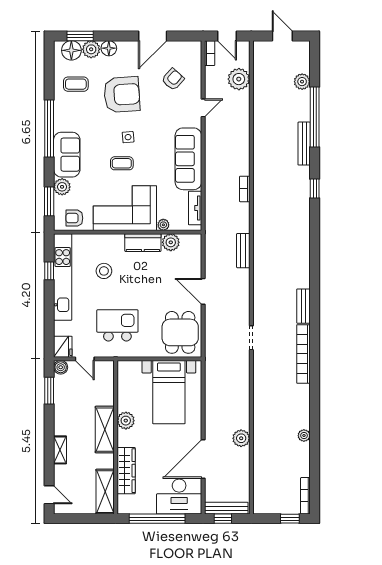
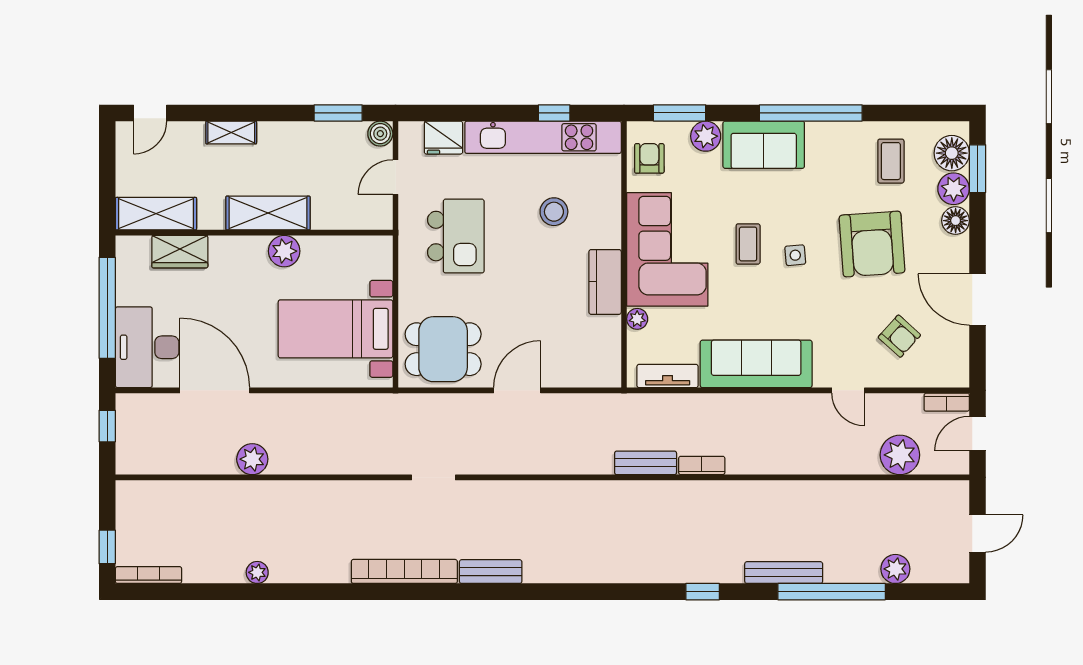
plant: (171, 242) -> (606, 332), removed
bench: (243, 251) -> (646, 463), moved
fridge: (63, 347) -> (443, 138), moved
wardrobe: (126, 471) -> (180, 252), width x0.67
bench: (226, 508) -> (126, 432), removed

